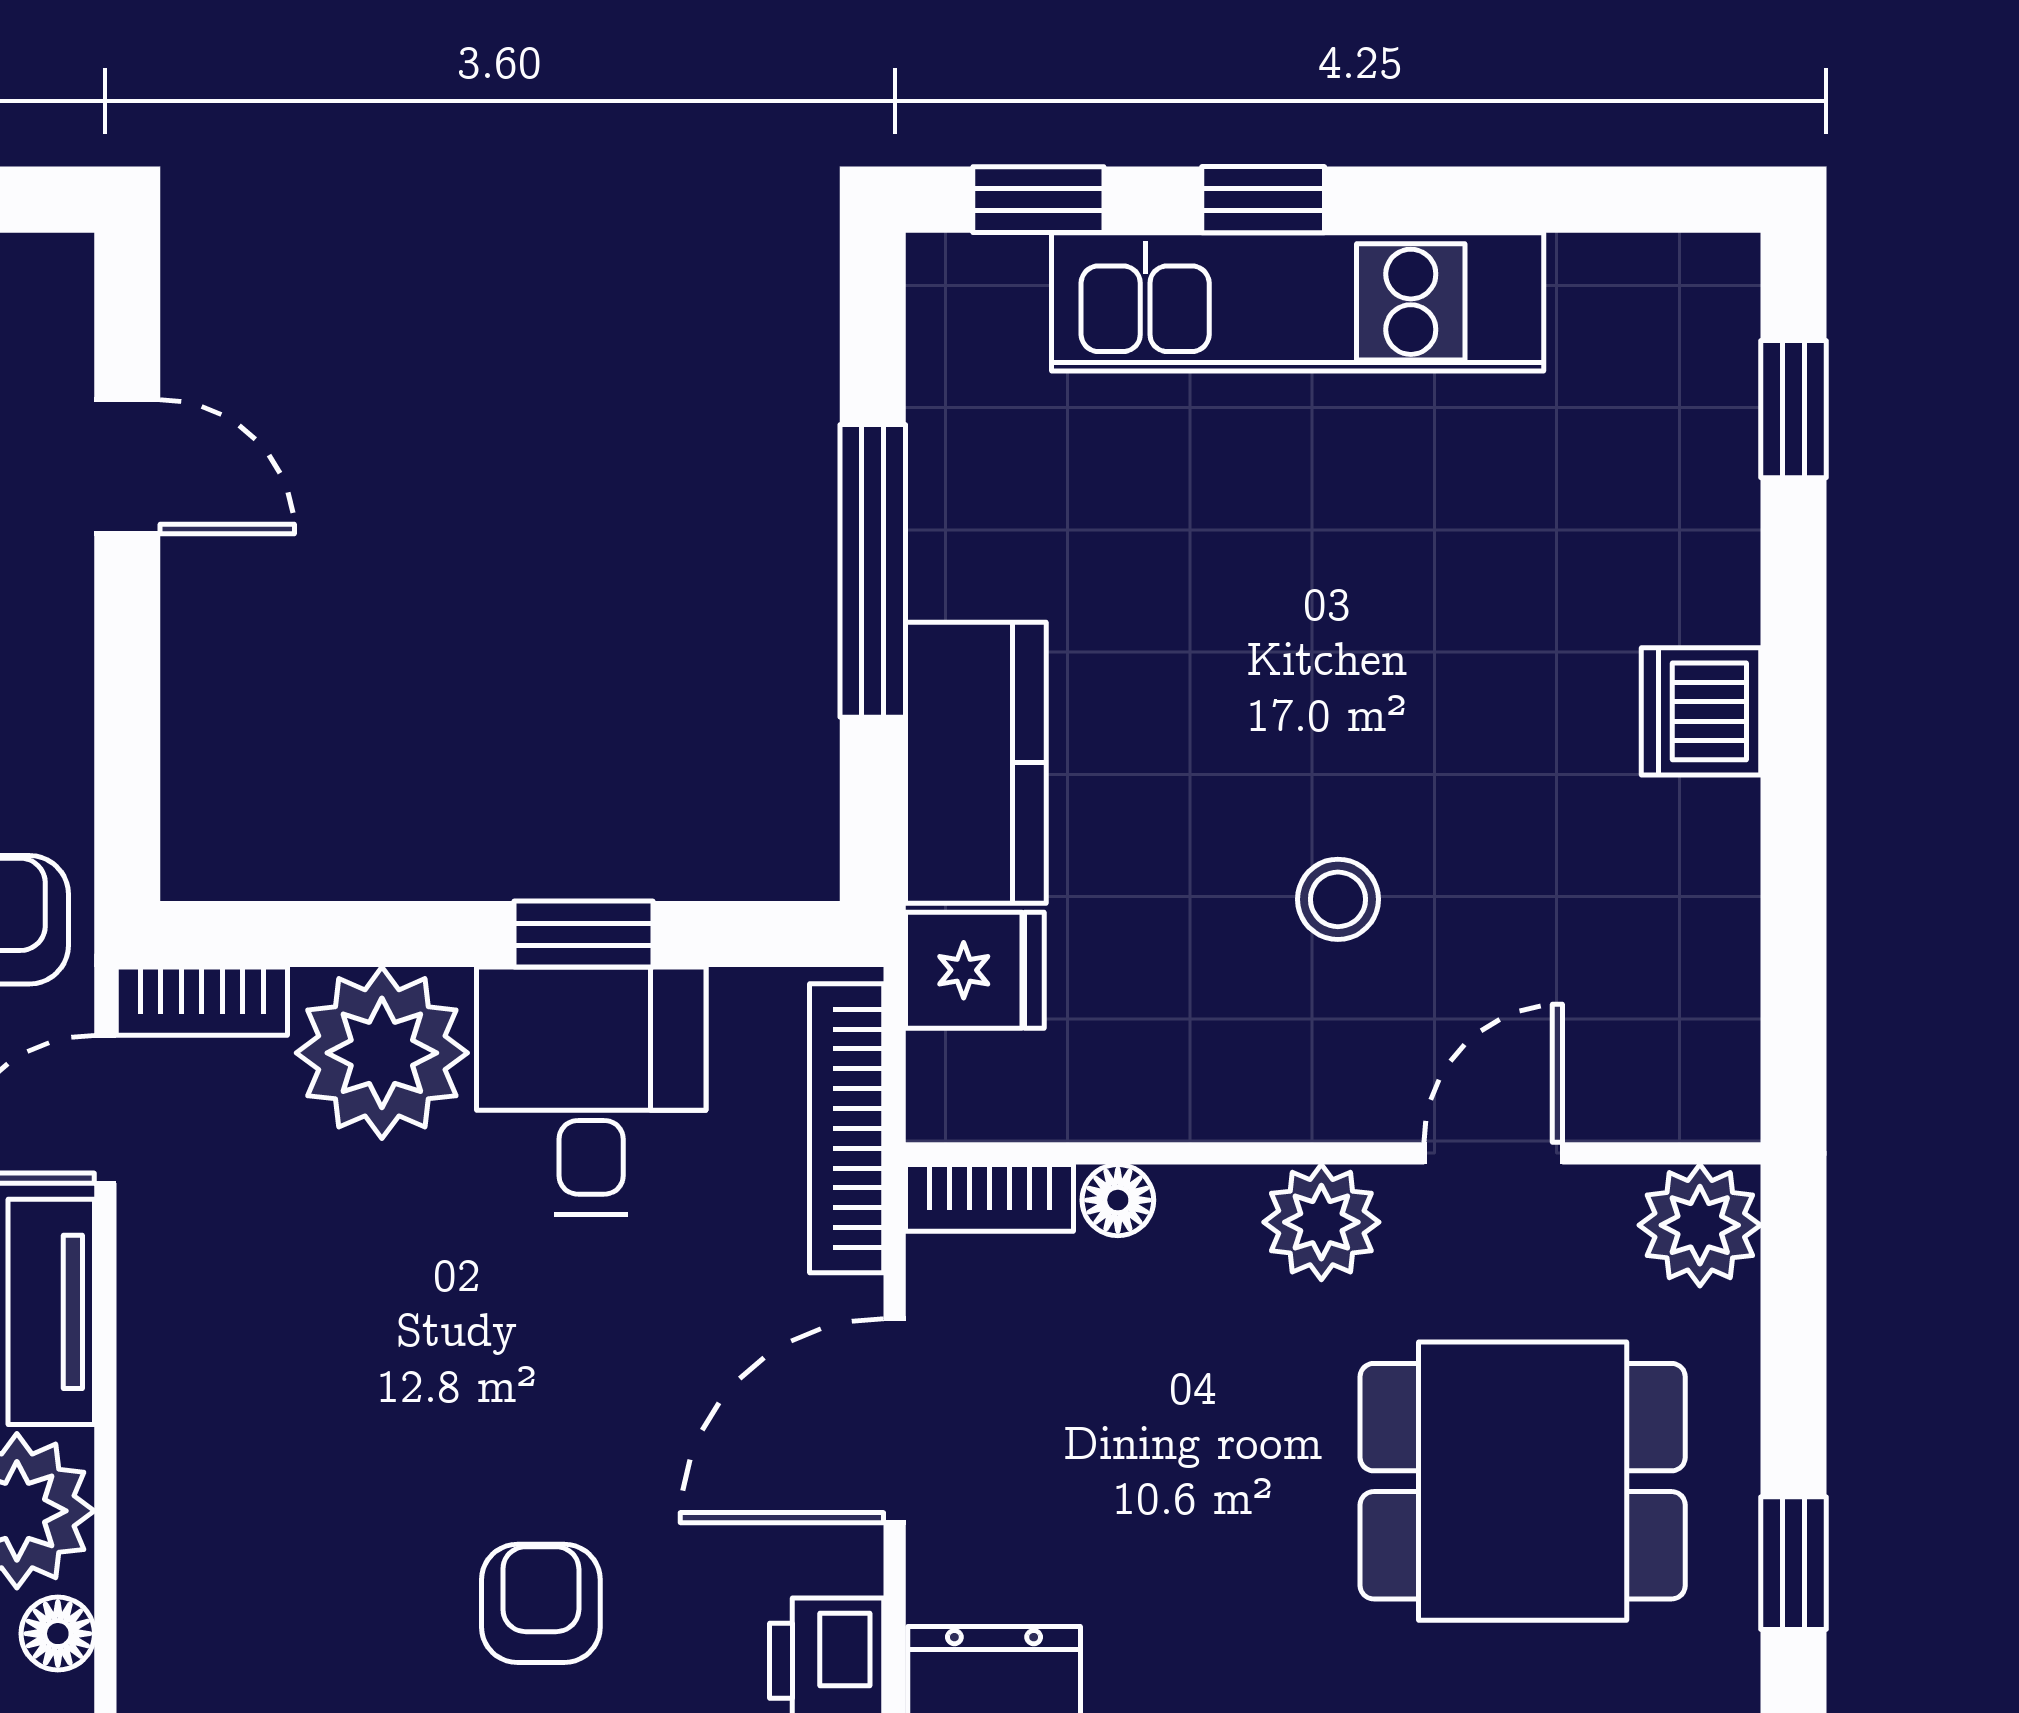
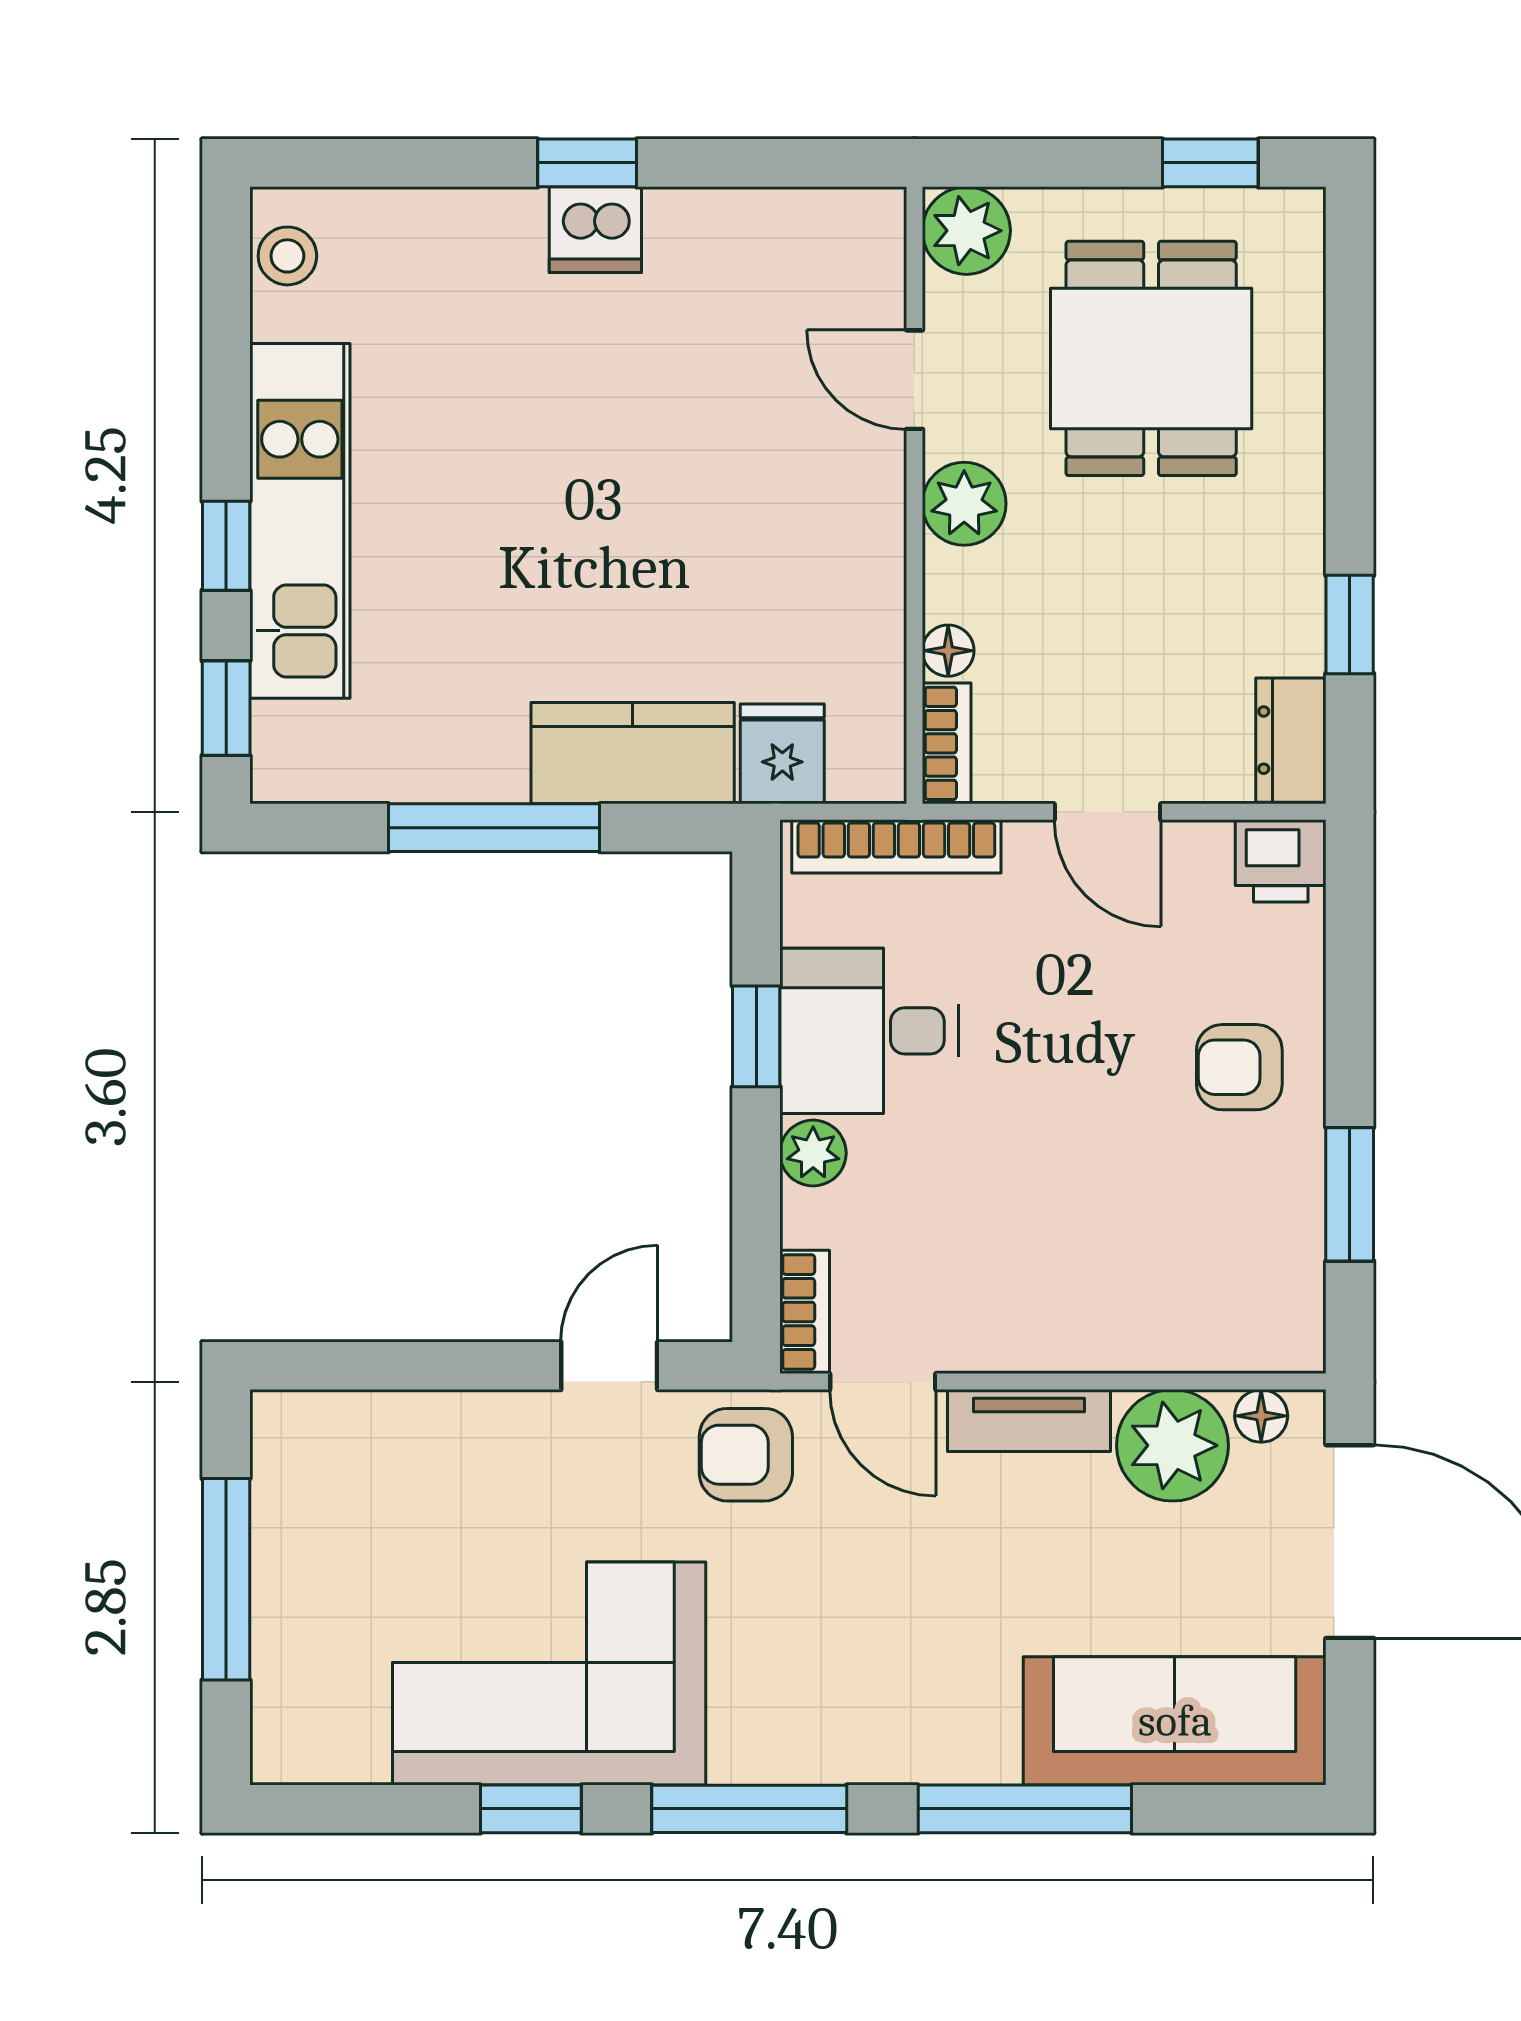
window: (1794, 409) -> (587, 163), moved
door: (127, 467) -> (609, 1366), moved
stool: (1338, 899) -> (287, 256), moved
plant: (382, 1053) -> (813, 1153), width x0.53, depth x0.53
door: (895, 1421) -> (1108, 812), width x0.73

